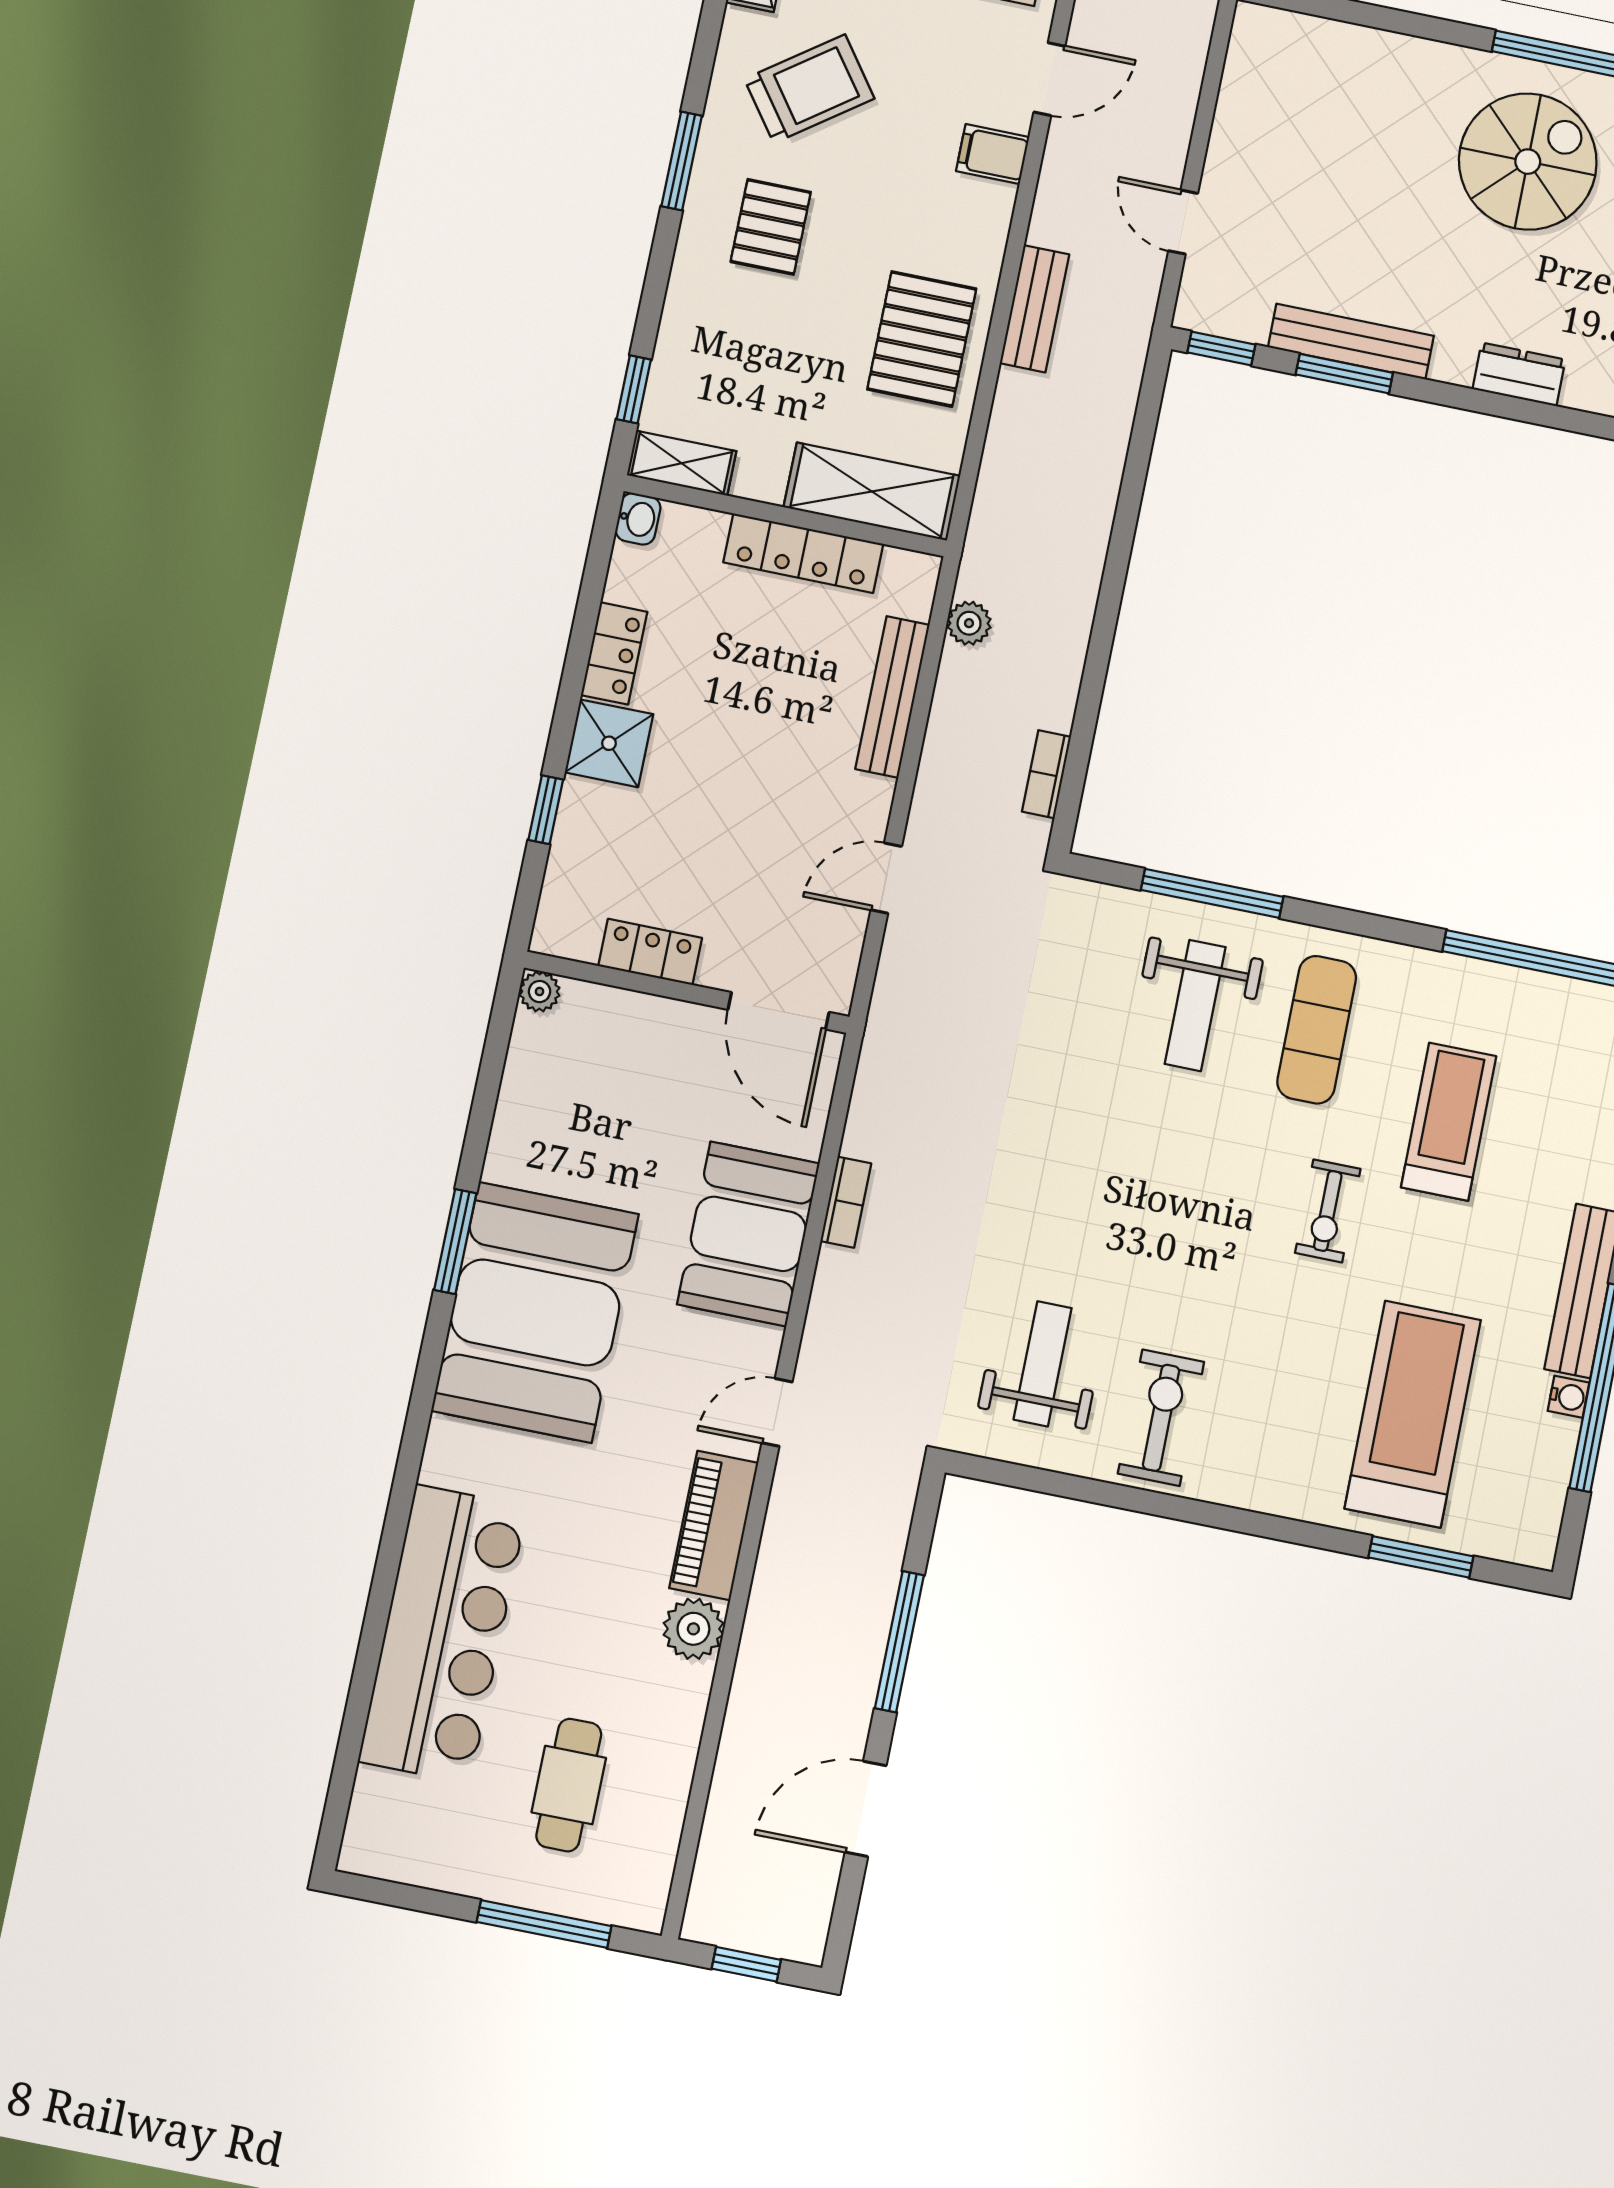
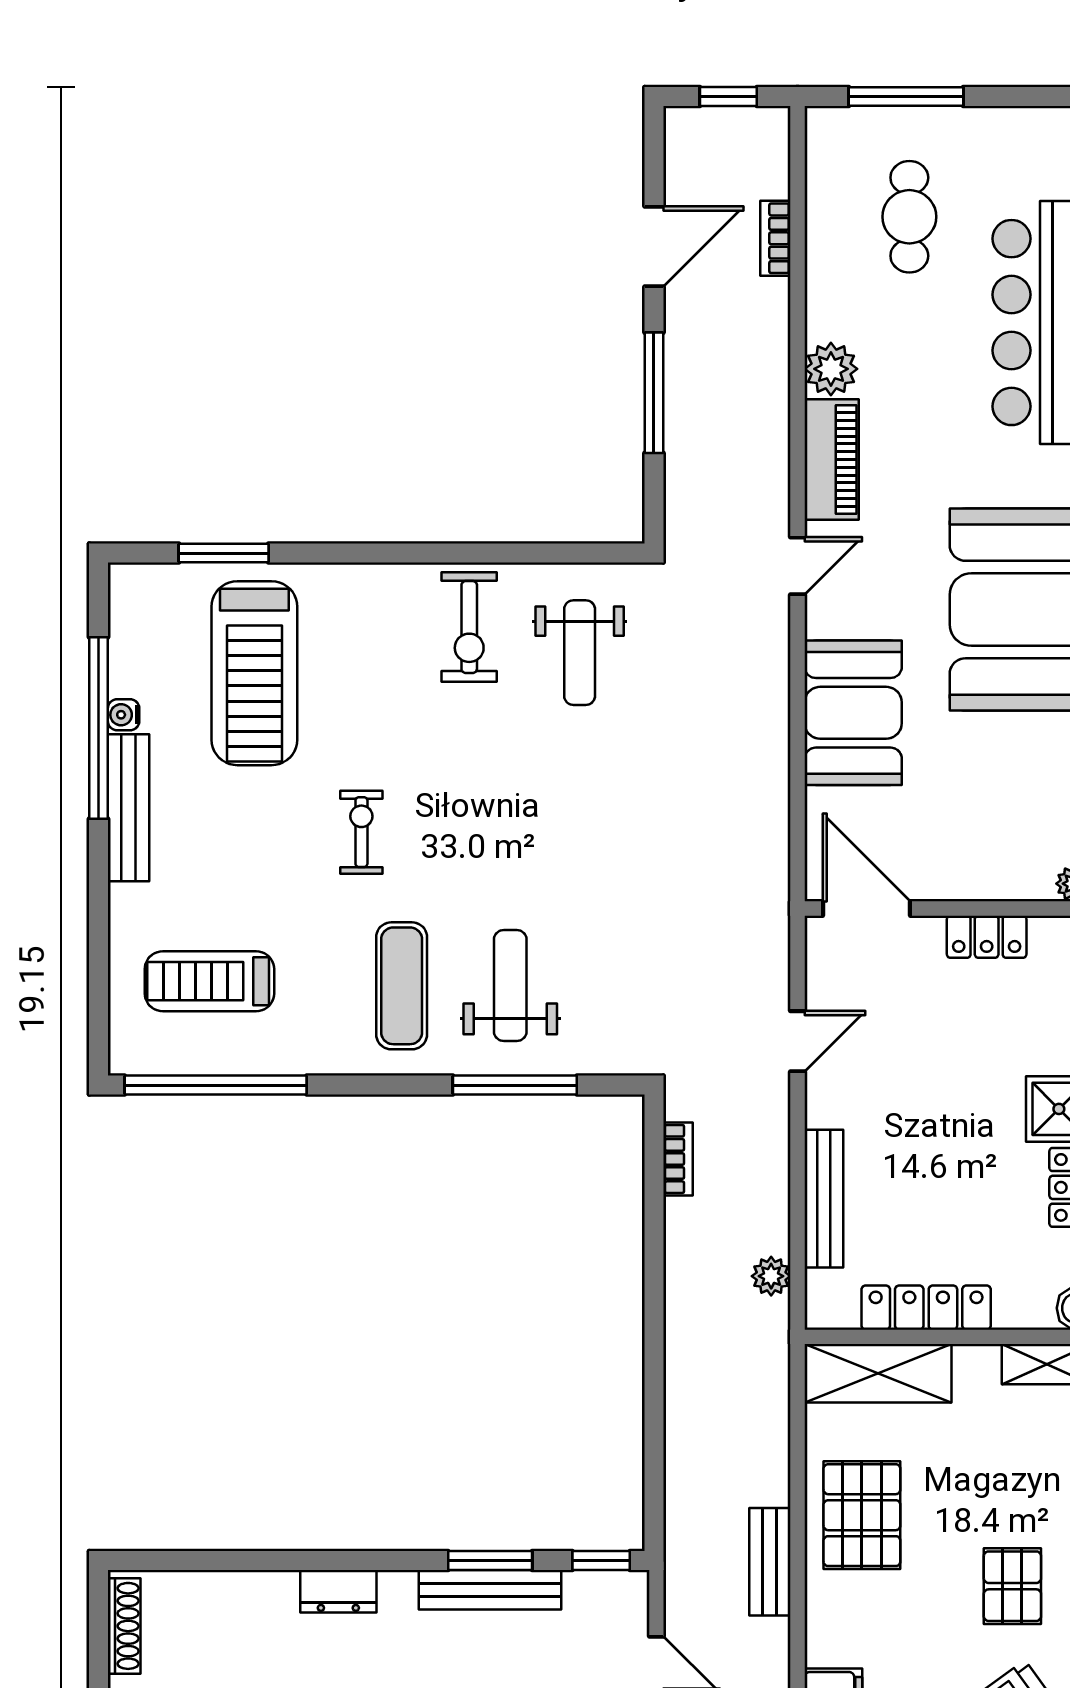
treadmill: (1449, 1122) -> (209, 981), moved, turned 90
bookcase: (846, 1202) -> (775, 238), moved

